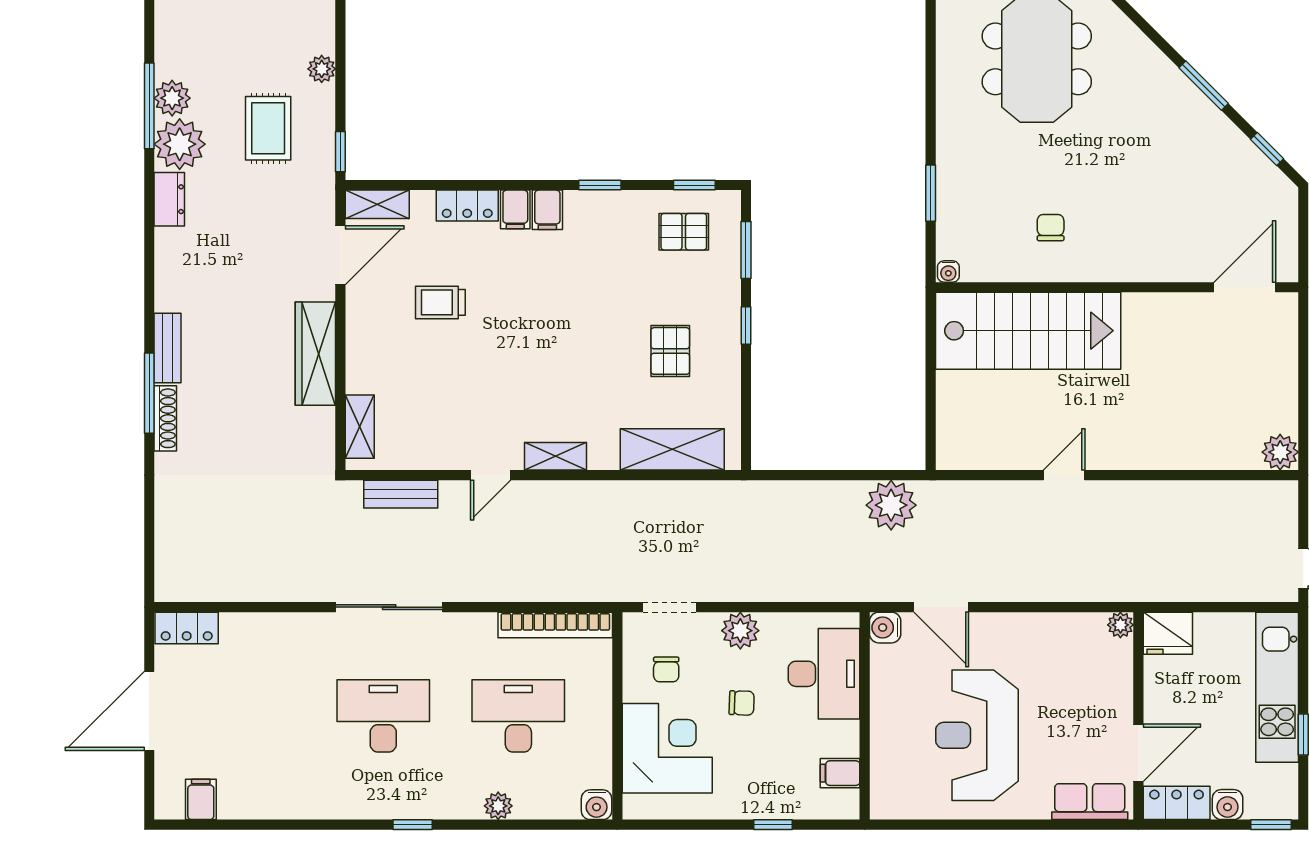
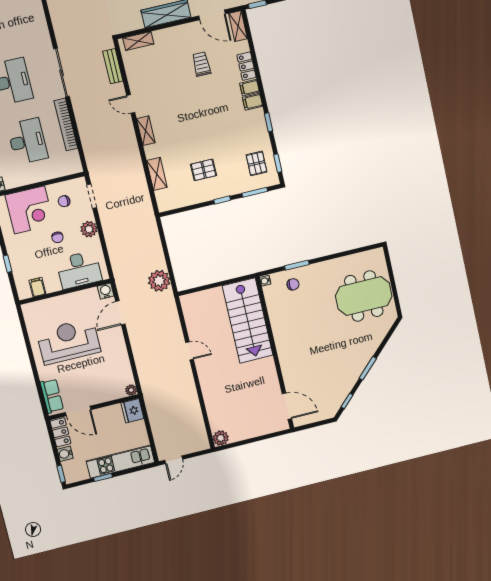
chair: (1051, 228) -> (293, 284), moved
shelving: (672, 449) -> (157, 174), width x0.67, depth x0.75
bookcase: (555, 625) -> (66, 124), moved

